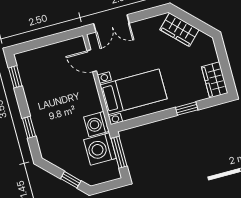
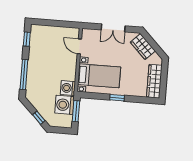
double door: (111, 23) -> (113, 28), moved
wardrobe: (215, 80) -> (154, 81), width x1.50
window: (187, 109) -> (117, 98), moved
window: (29, 127) -> (24, 75), width x2.17

